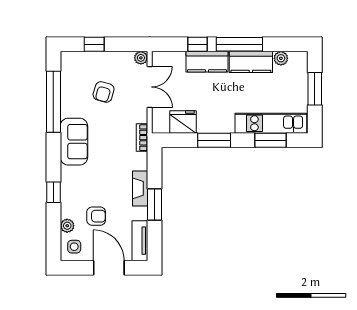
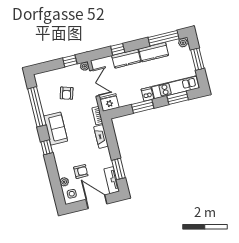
window: (94, 44) -> (70, 61), moved
window: (239, 44) -> (163, 38), moved
plant: (281, 58) -> (183, 43), moved
fridge: (183, 122) -> (109, 102), moved
dishwasher: (226, 123) -> (147, 94), added
fireplace: (140, 188) -> (101, 136), moved
window: (53, 192) -> (47, 147), moved
window: (154, 205) -> (119, 169), moved

